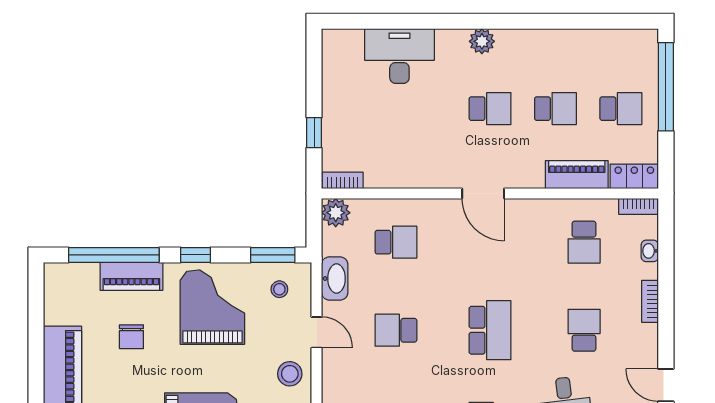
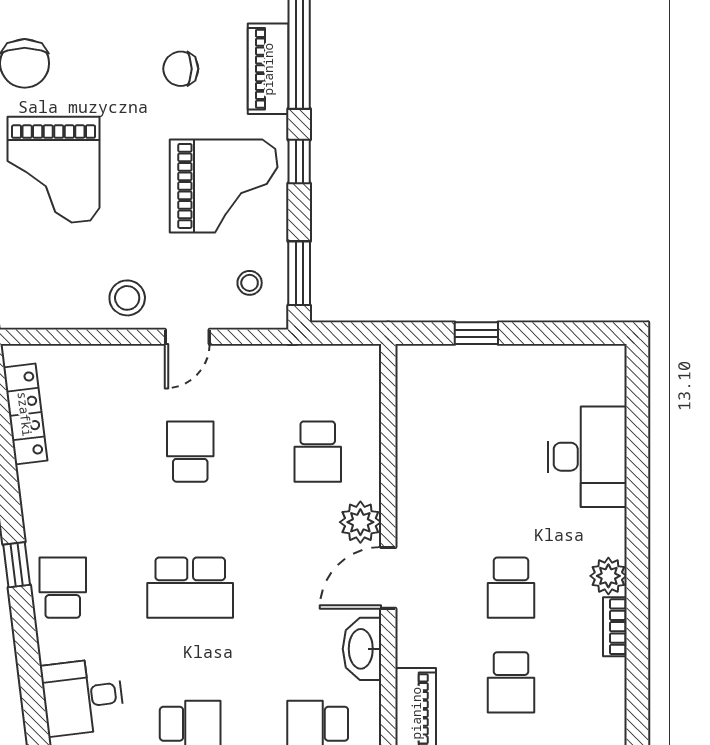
bookcase: (343, 180) -> (615, 627), moved, turned 180
plant: (336, 213) -> (360, 522), moved
washbasin: (335, 279) -> (362, 649), moved, turned 90

